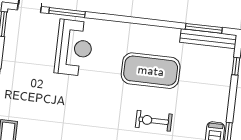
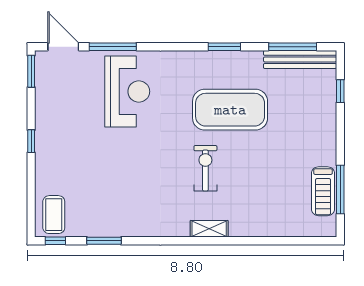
window: (152, 22) -> (224, 47), added
exercise bike: (154, 121) -> (205, 168), moved, turned 90

